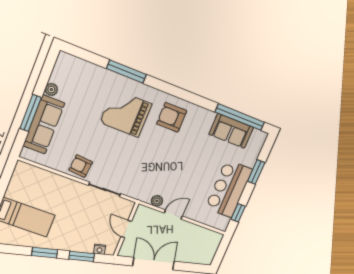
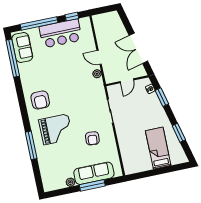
grand piano: (126, 113) -> (56, 129), turned -90
sofa: (231, 131) -> (22, 47), moved
armchair: (81, 166) -> (92, 138), moved
window: (256, 172) -> (39, 23), width x2.11
window: (45, 253) -> (179, 133), moved

